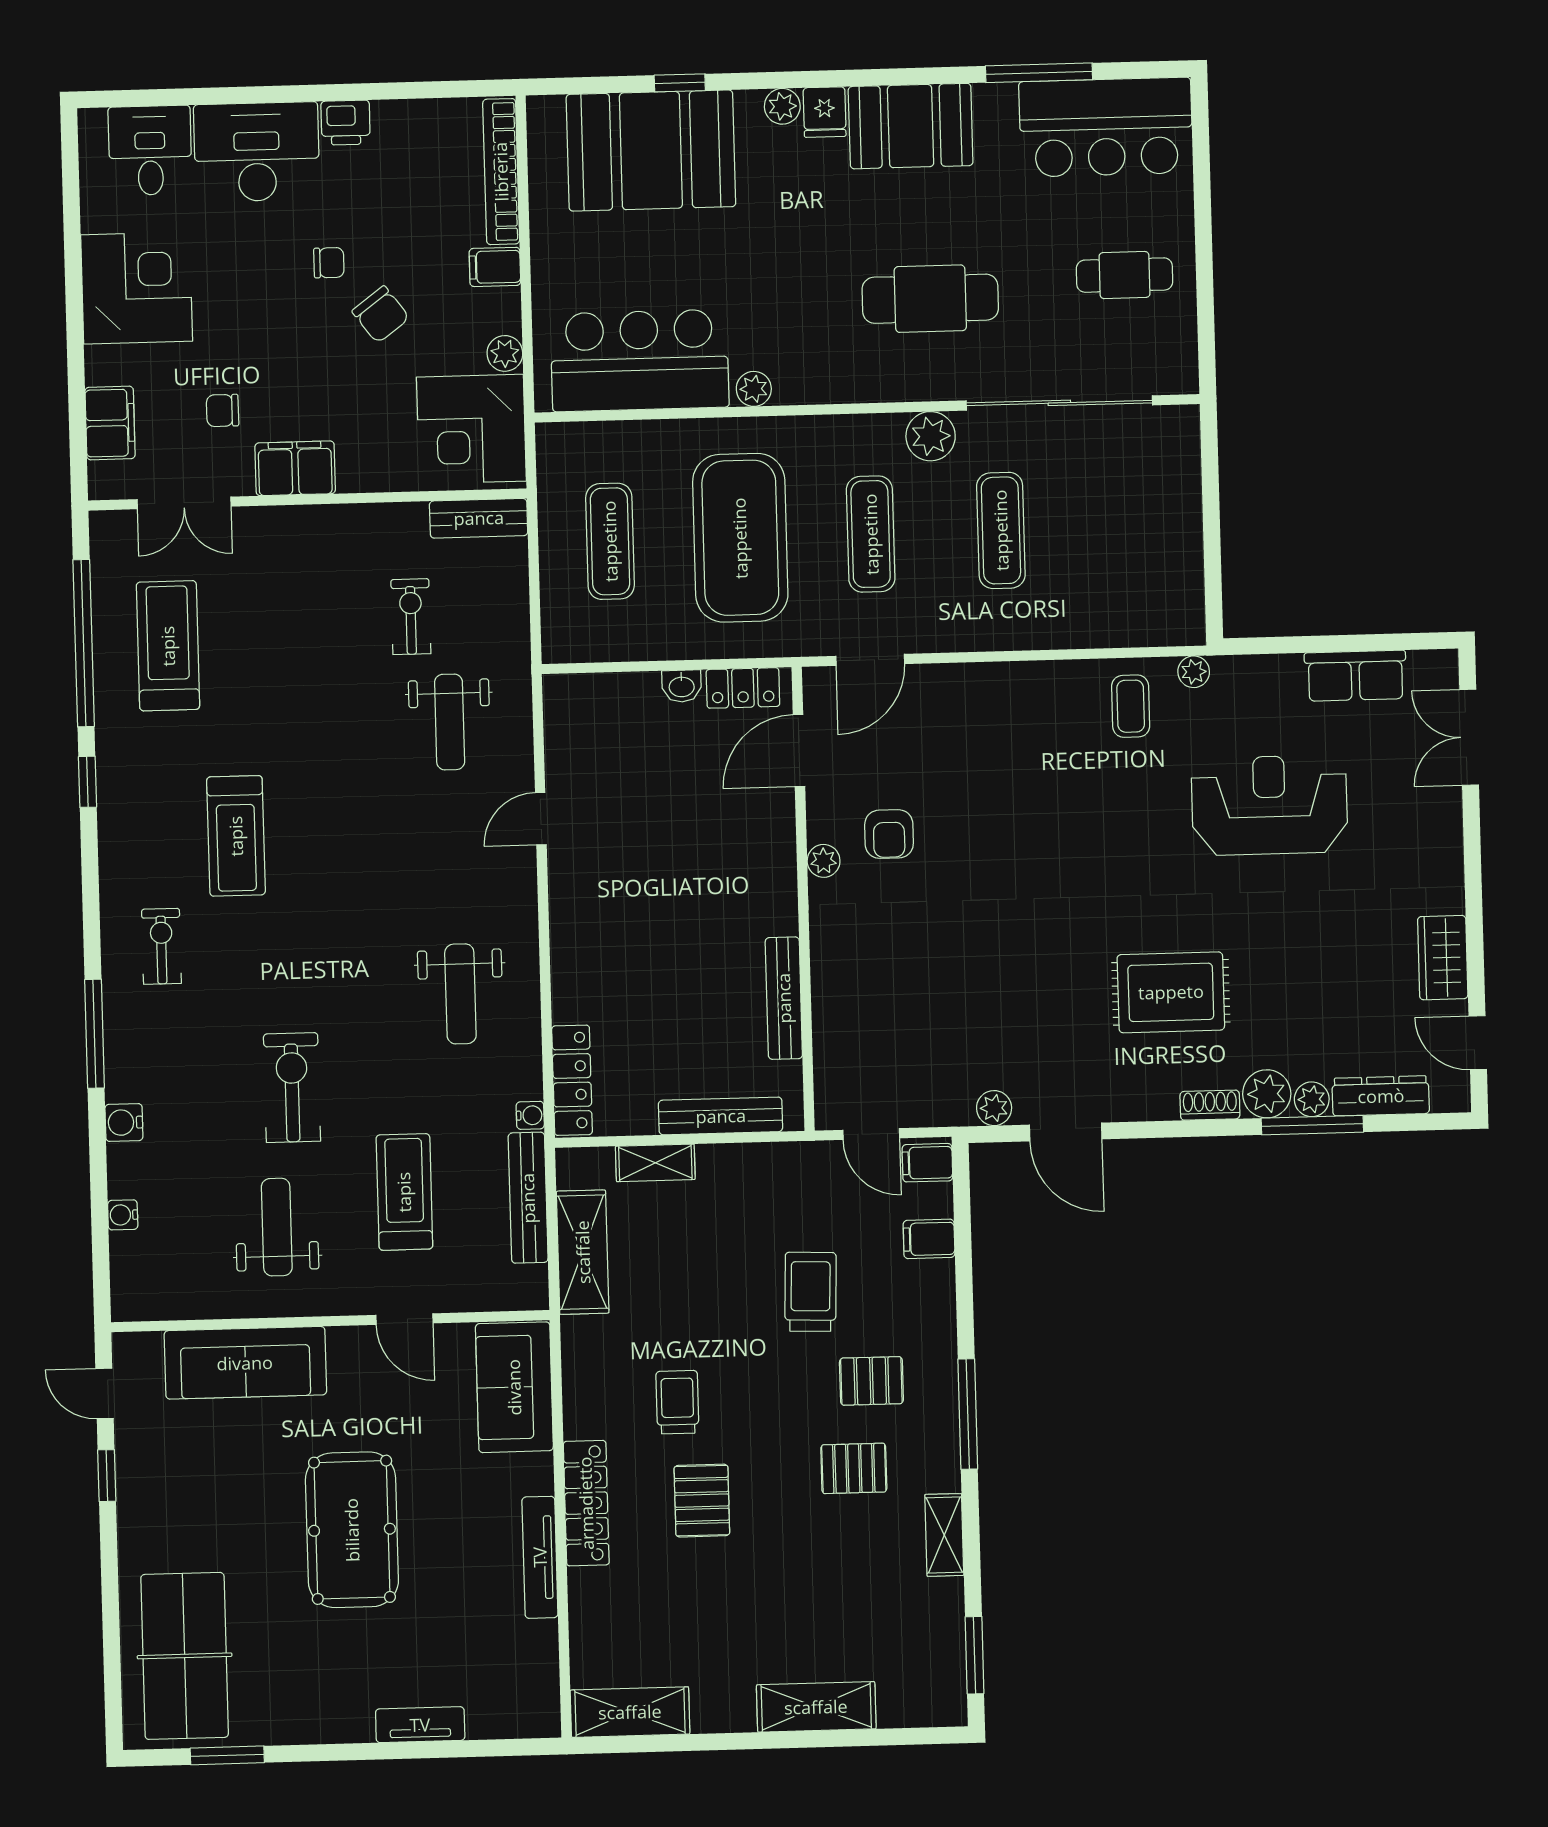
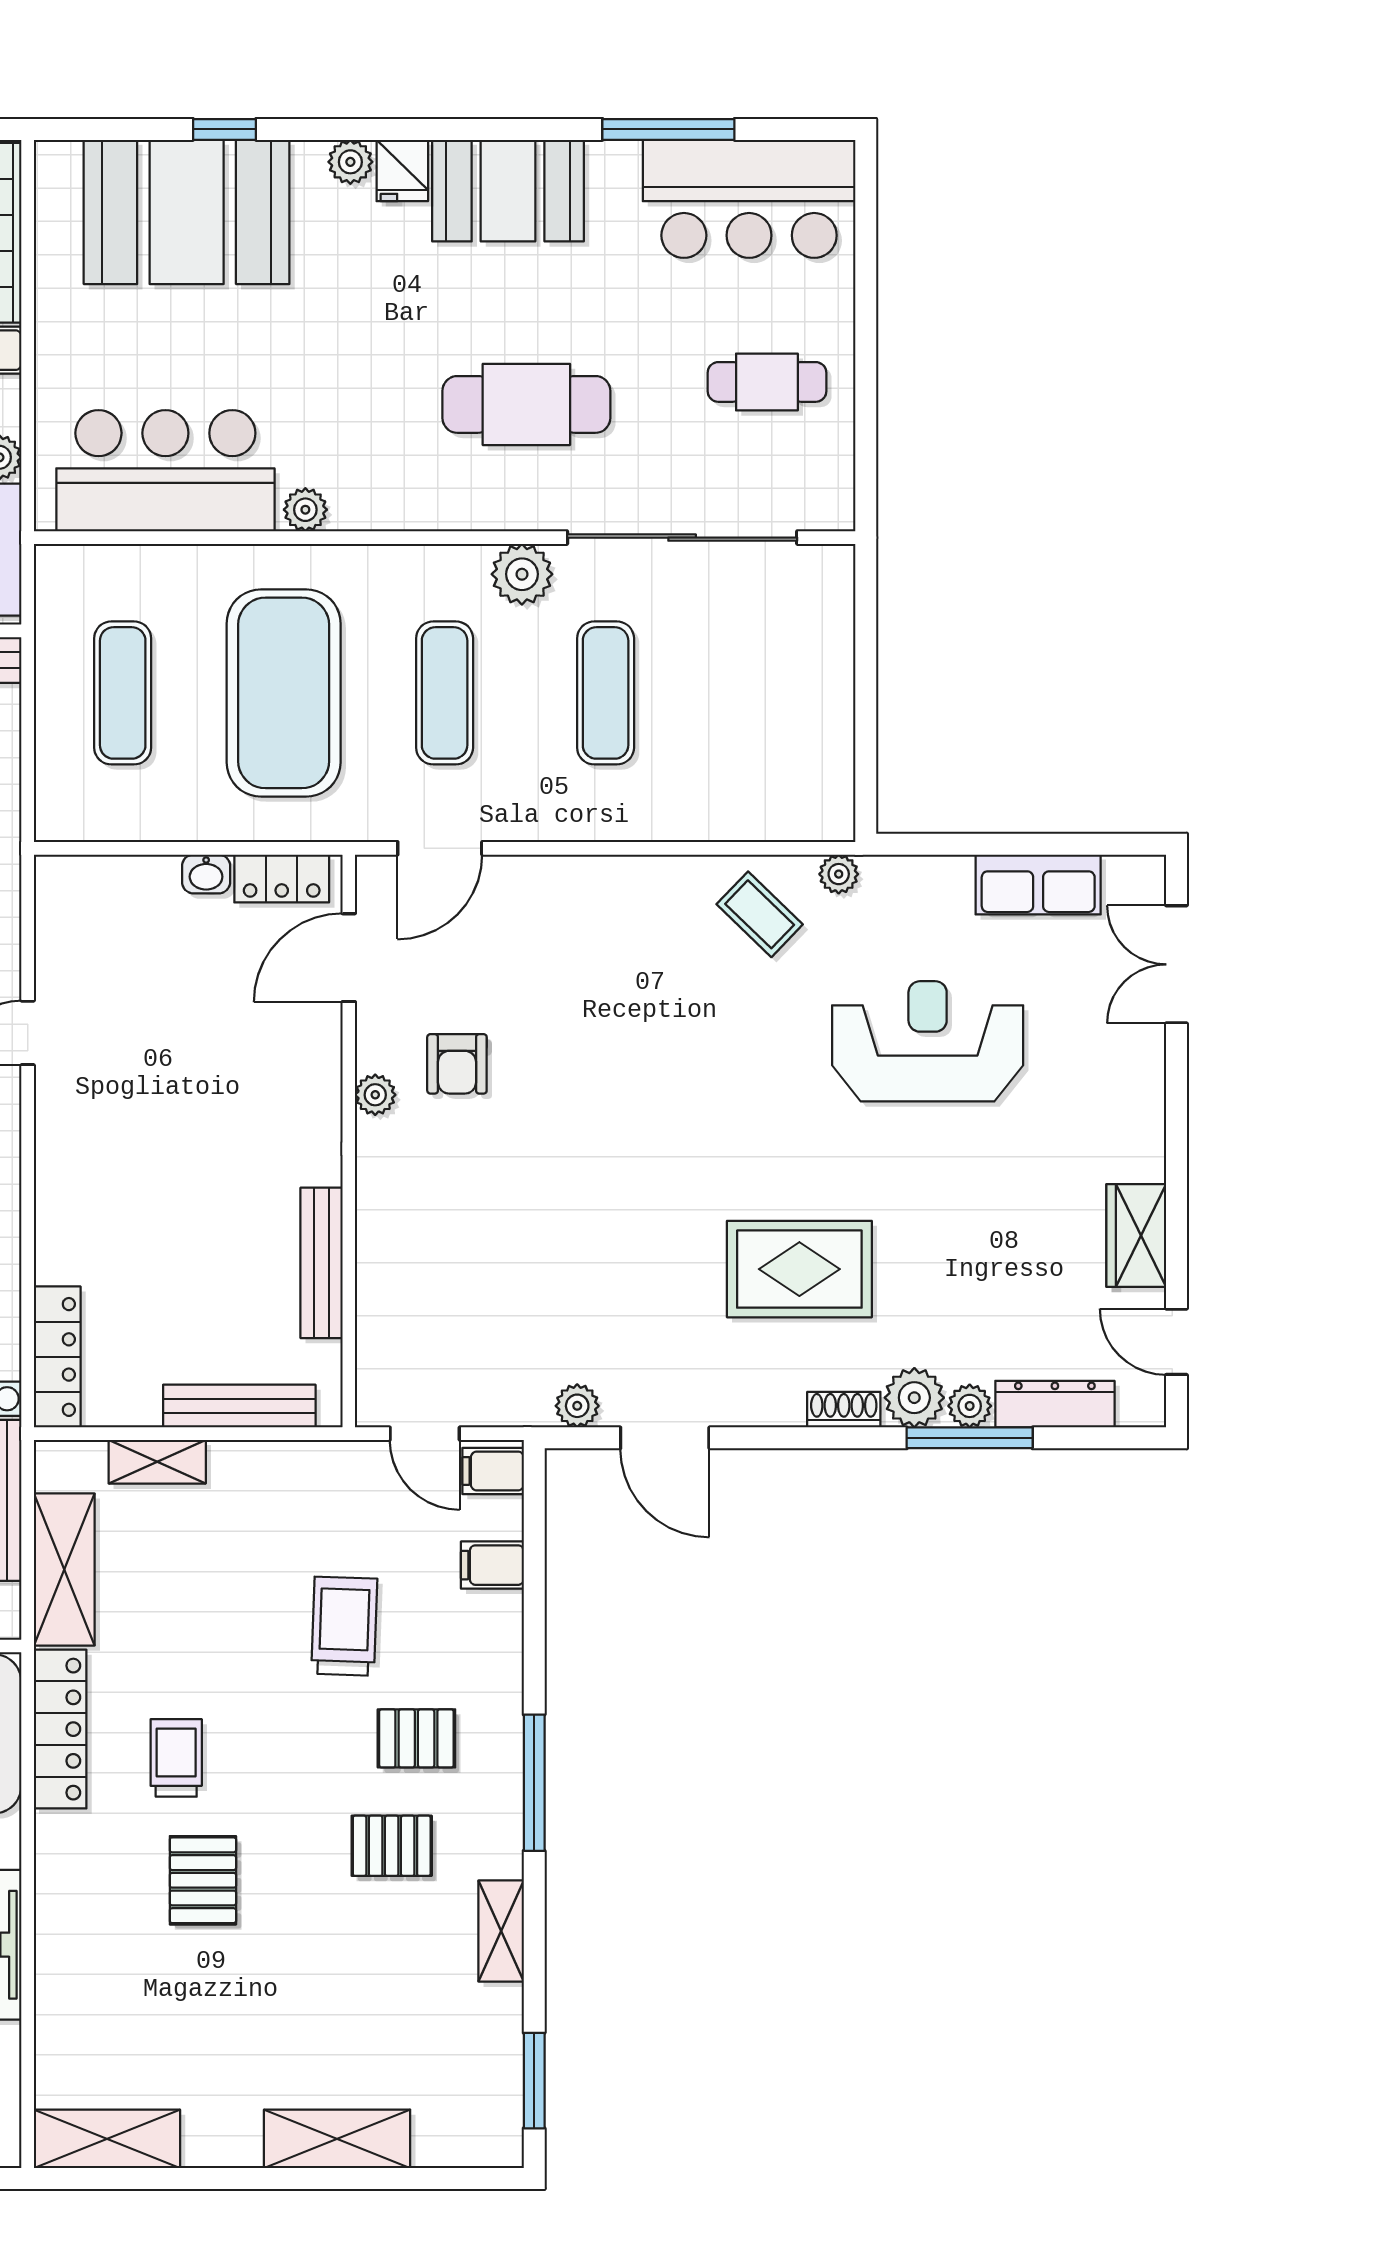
coffee table: (1131, 706) -> (760, 914), turned -46
locker: (586, 1503) -> (60, 1729), moved

